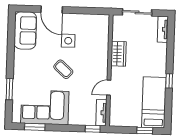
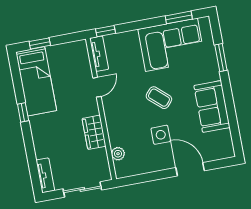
sofa: (25, 30) -> (212, 106), moved
plant: (104, 33) -> (118, 154), added

